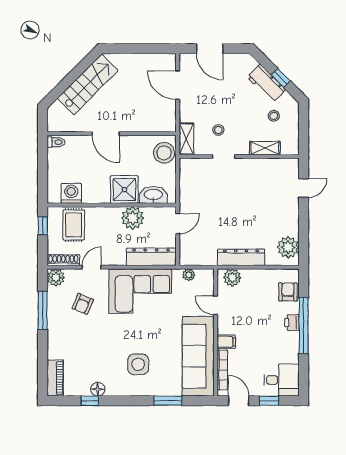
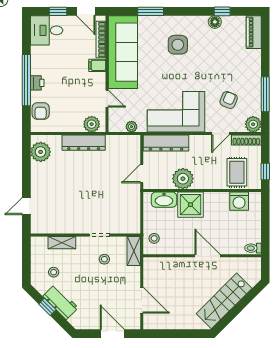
stool: (164, 153) -> (154, 238), width x0.53, depth x0.53

